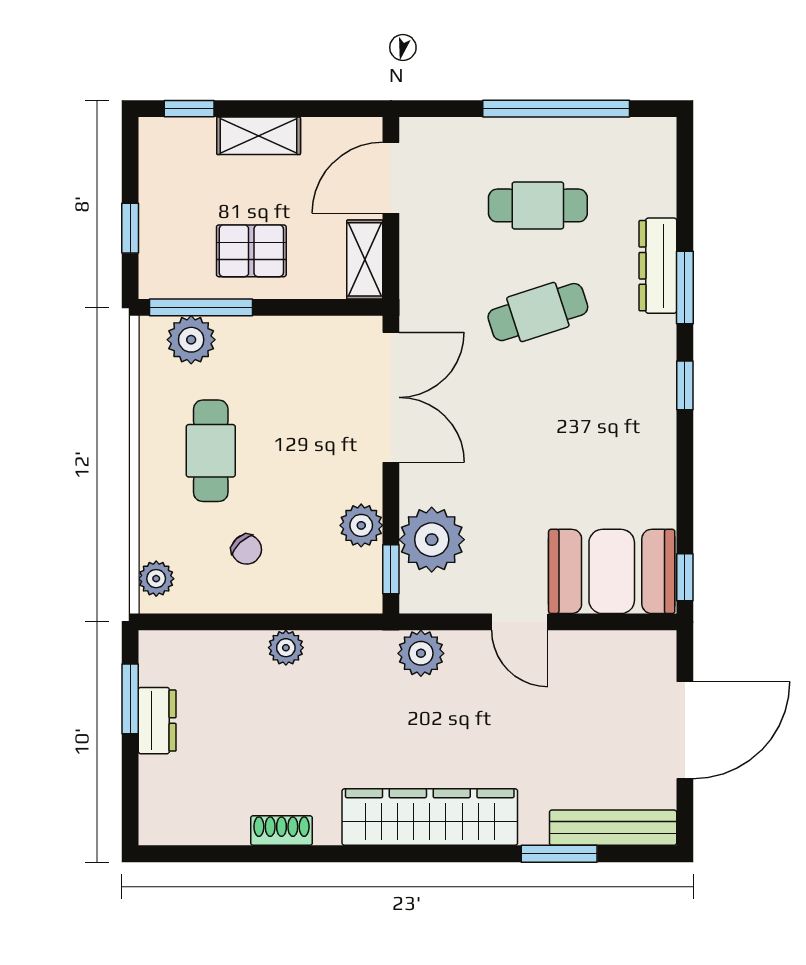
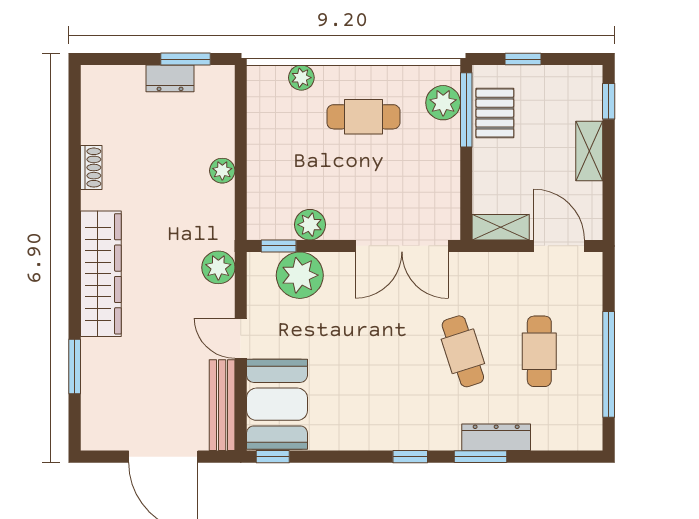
pallet: (251, 251) -> (495, 113), moved
chair: (247, 549) -> (293, 142), removed
plant: (156, 579) -> (301, 78), moved
door: (520, 622) -> (241, 338), hinge flipped
bench: (613, 828) -> (222, 405), moved

